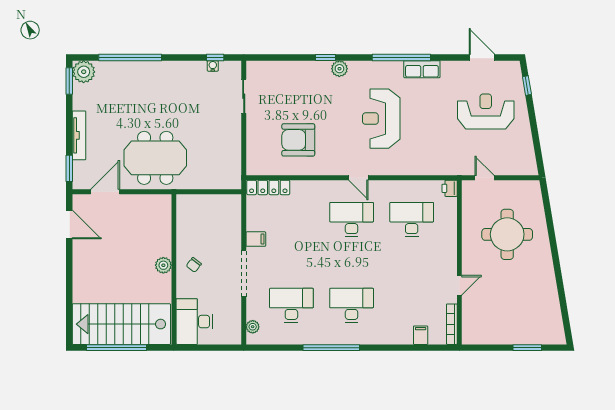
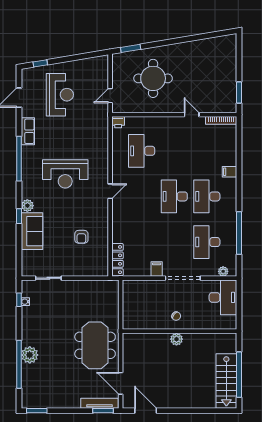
row of seats: (422, 69) -> (28, 131), moved
plant: (84, 72) -> (30, 355), moved
sofa: (306, 75) -> (32, 231), added
reception desk: (486, 112) -> (60, 95), turned 180
tv unit: (79, 135) -> (100, 403), moved
armchair: (298, 140) -> (81, 237), width x0.53, depth x0.53
window: (547, 205) -> (131, 48), added
desk: (352, 219) -> (174, 196), moved
door: (69, 225) -> (146, 411), hinge flipped
desk: (194, 322) -> (223, 297), moved, turned -90
stairs: (121, 324) -> (226, 381), width x0.73, depth x0.66
filing cabinet: (421, 335) -> (230, 172), moved
window: (331, 348) -> (239, 233), moved
window: (527, 348) -> (239, 93), moved

